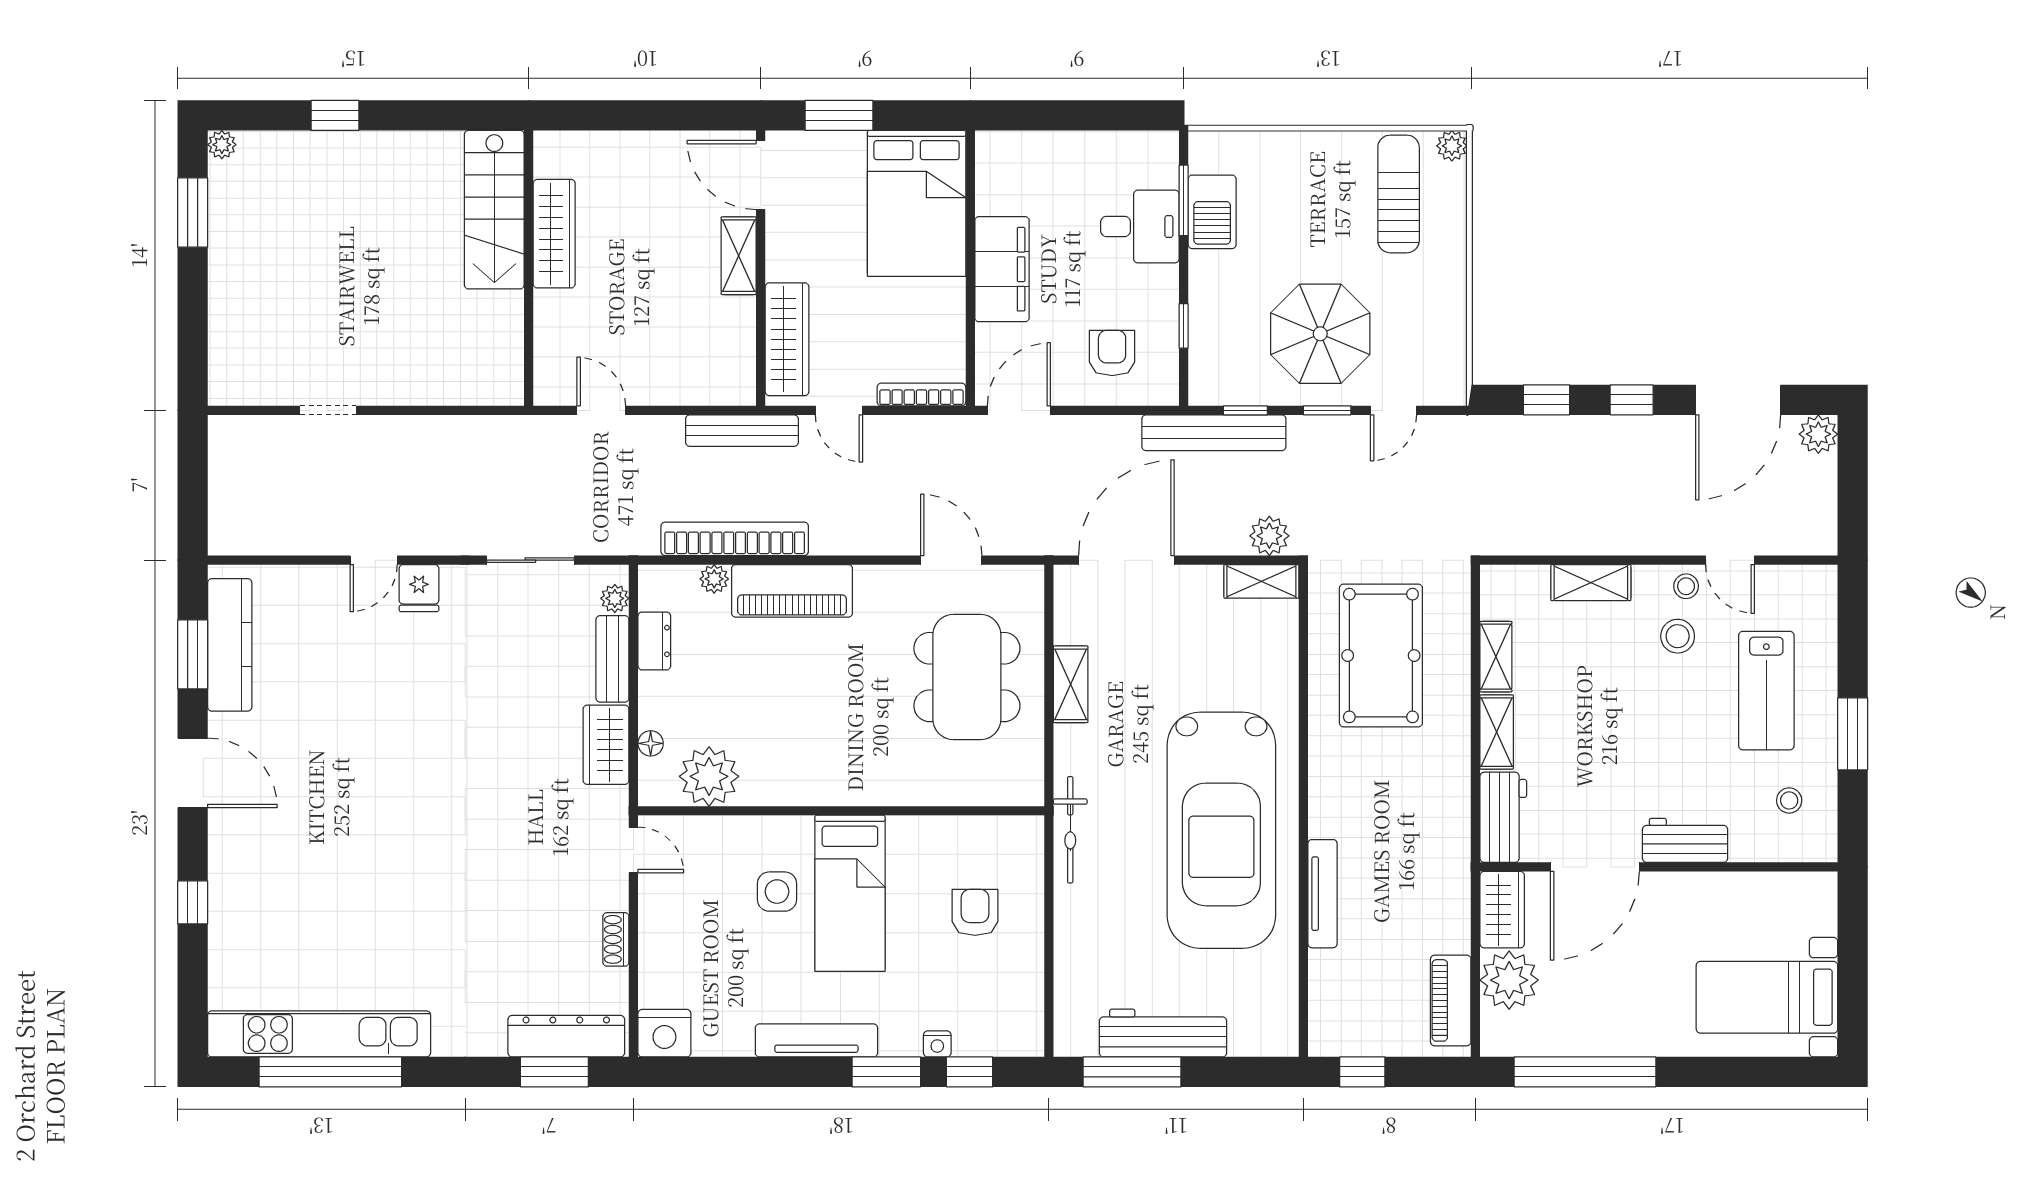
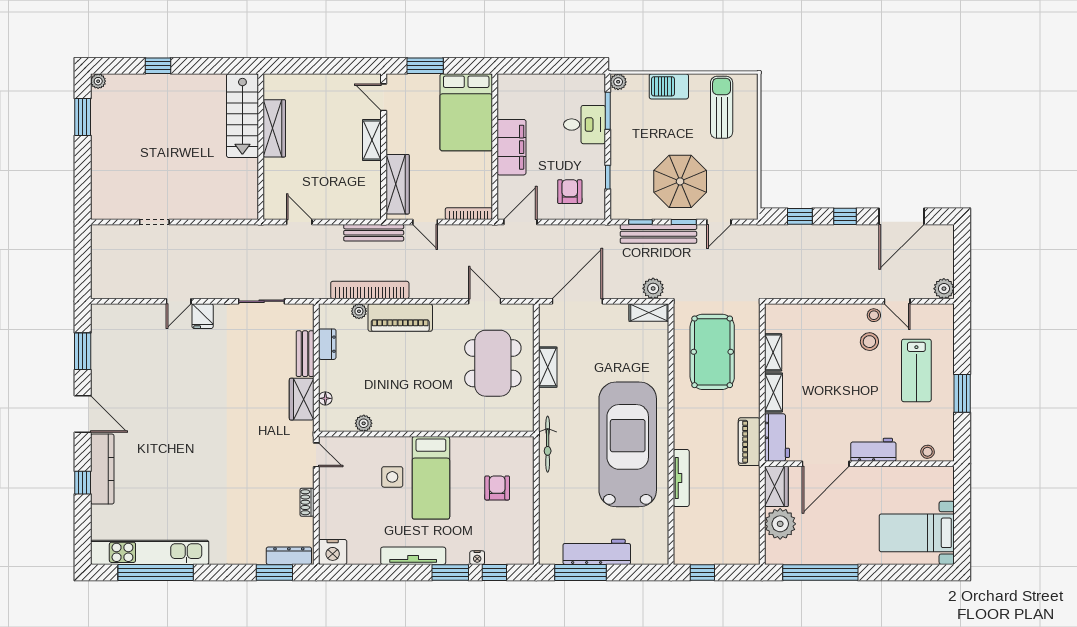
plant: (1452, 146) -> (618, 82), moved
door: (761, 175) -> (384, 97), width x0.73
barbecue: (1212, 212) -> (669, 86), moved, turned 90
bench: (1214, 433) -> (658, 234), moved
plant: (1818, 434) -> (944, 289), moved
shelving: (1591, 583) -> (823, 313), removed
plant: (615, 598) -> (306, 322), removed
kitchen counter: (230, 645) -> (102, 469), moved
plant: (709, 776) -> (364, 423), width x0.53, depth x0.53
stool: (1789, 800) -> (928, 452), moved
car: (1221, 830) -> (628, 444), turned 180
piano: (1451, 1000) -> (749, 442), moved
dresser: (566, 1036) -> (289, 556), width x0.73, depth x0.80

